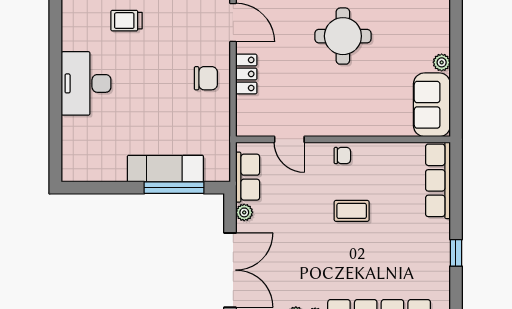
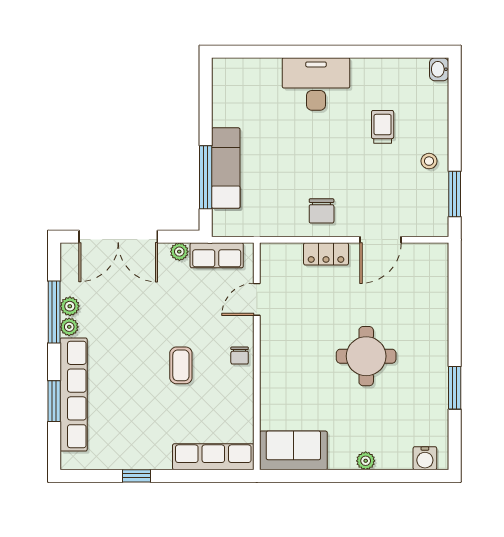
plant: (442, 62) -> (366, 461), moved

